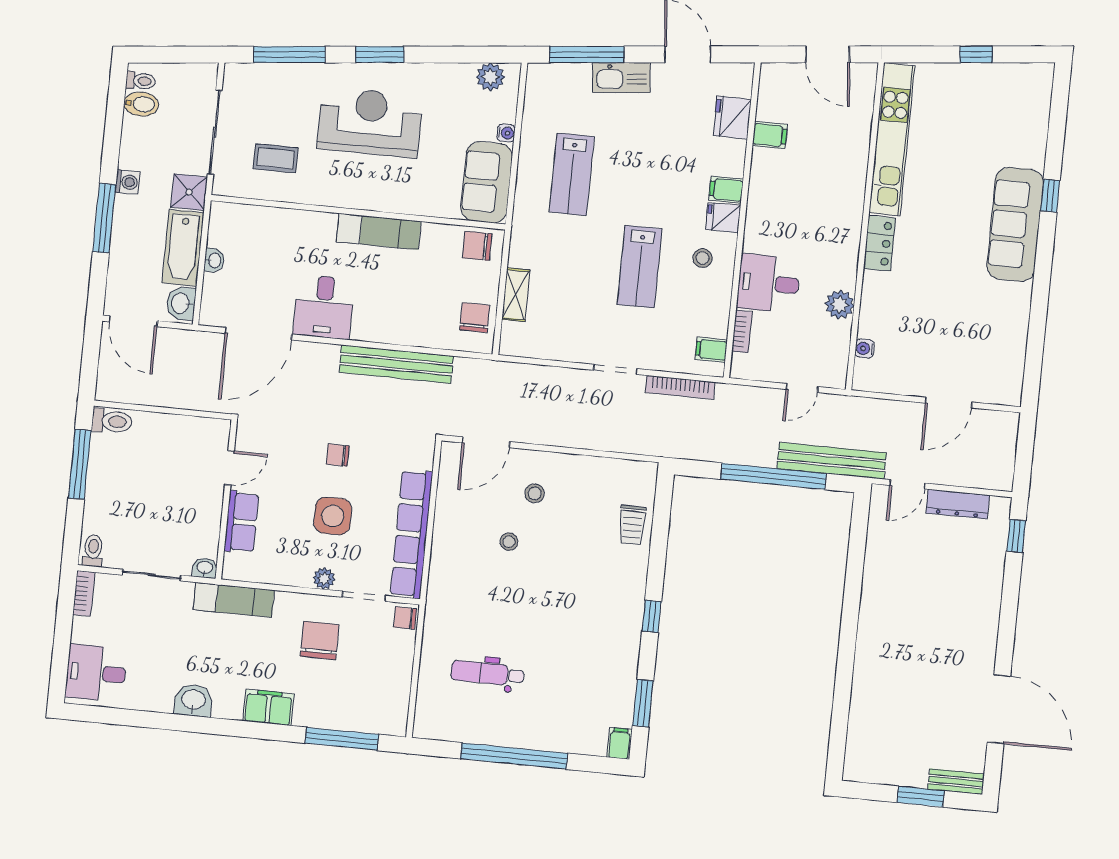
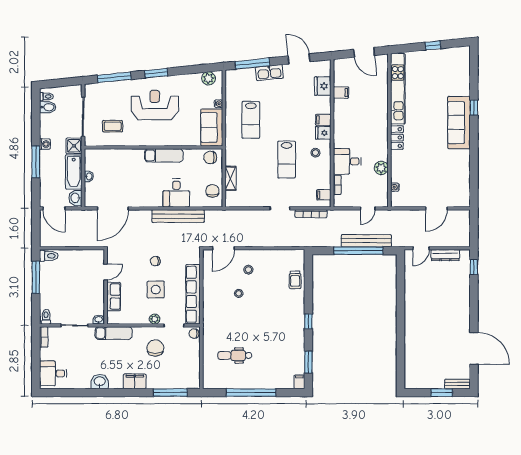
desk: (324, 307) -> (176, 193), moved
bench: (832, 461) -> (366, 241), moved

